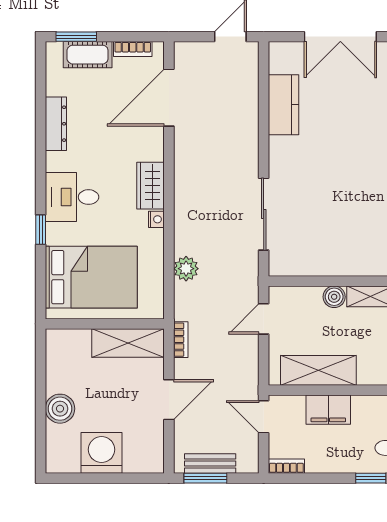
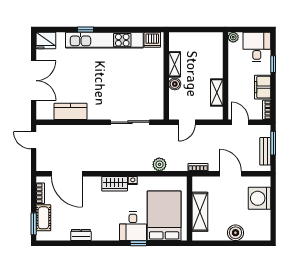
dresser: (56, 124) -> (81, 235), width x0.70
desk: (72, 197) -> (133, 226), moved
door: (264, 319) -> (187, 122), hinge flipped
shelving: (128, 343) -> (200, 212), moved
shelving: (318, 370) -> (217, 93), width x0.67, depth x0.75
filing cabinet: (328, 410) -> (263, 87), moved, turned 180
door: (264, 417) -> (240, 122), swing flipped
washing machine: (102, 453) -> (259, 198), moved
window: (205, 478) -> (273, 143), moved

